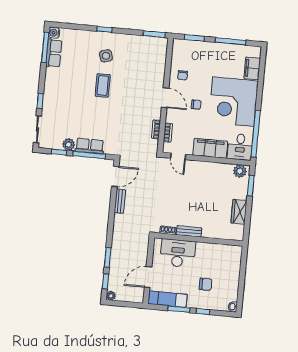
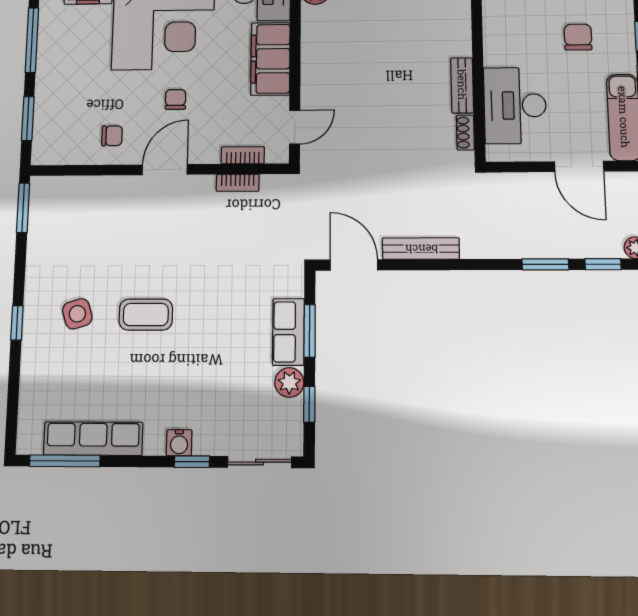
water cooler: (54, 33) -> (179, 443), moved
row of seats: (54, 53) -> (93, 439), width x1.48
window: (89, 155) -> (310, 331), width x0.69
bench: (120, 201) -> (421, 249), width x1.36

